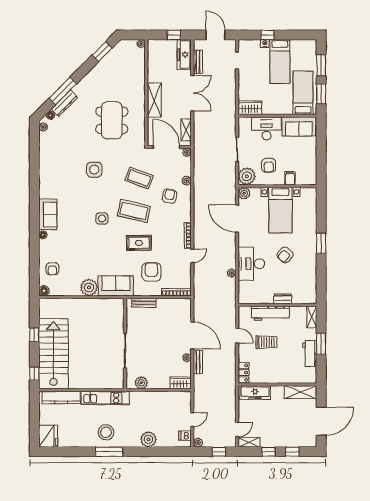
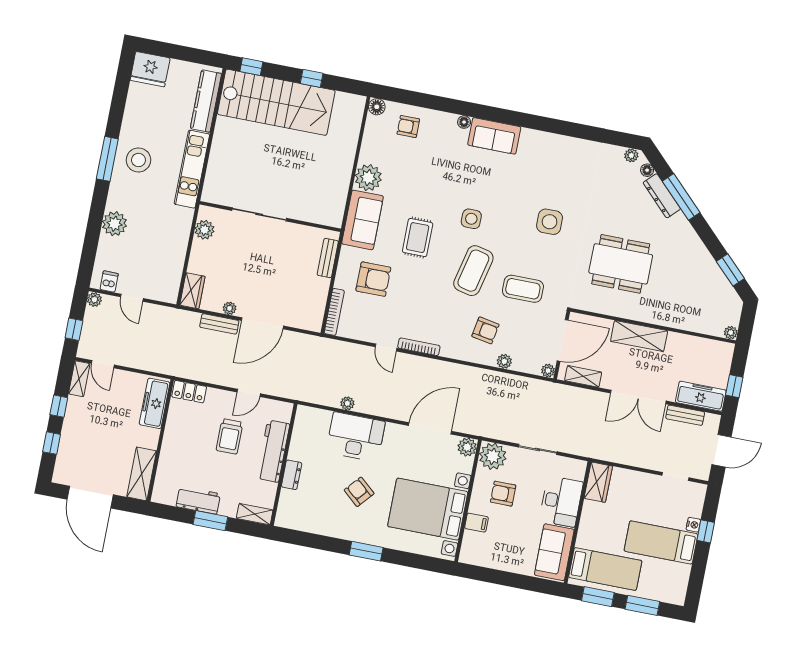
coffee table: (139, 178) -> (523, 289), turned 70
bed with nightstands: (280, 210) -> (428, 509), width x1.36
rug: (139, 243) -> (418, 238), moved

